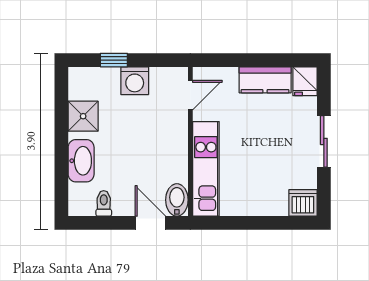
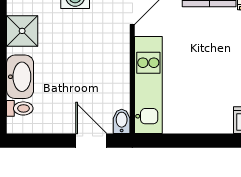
bidet: (177, 200) -> (122, 121), width x0.72, depth x0.74
toilet: (104, 203) -> (20, 108), moved, turned 90

